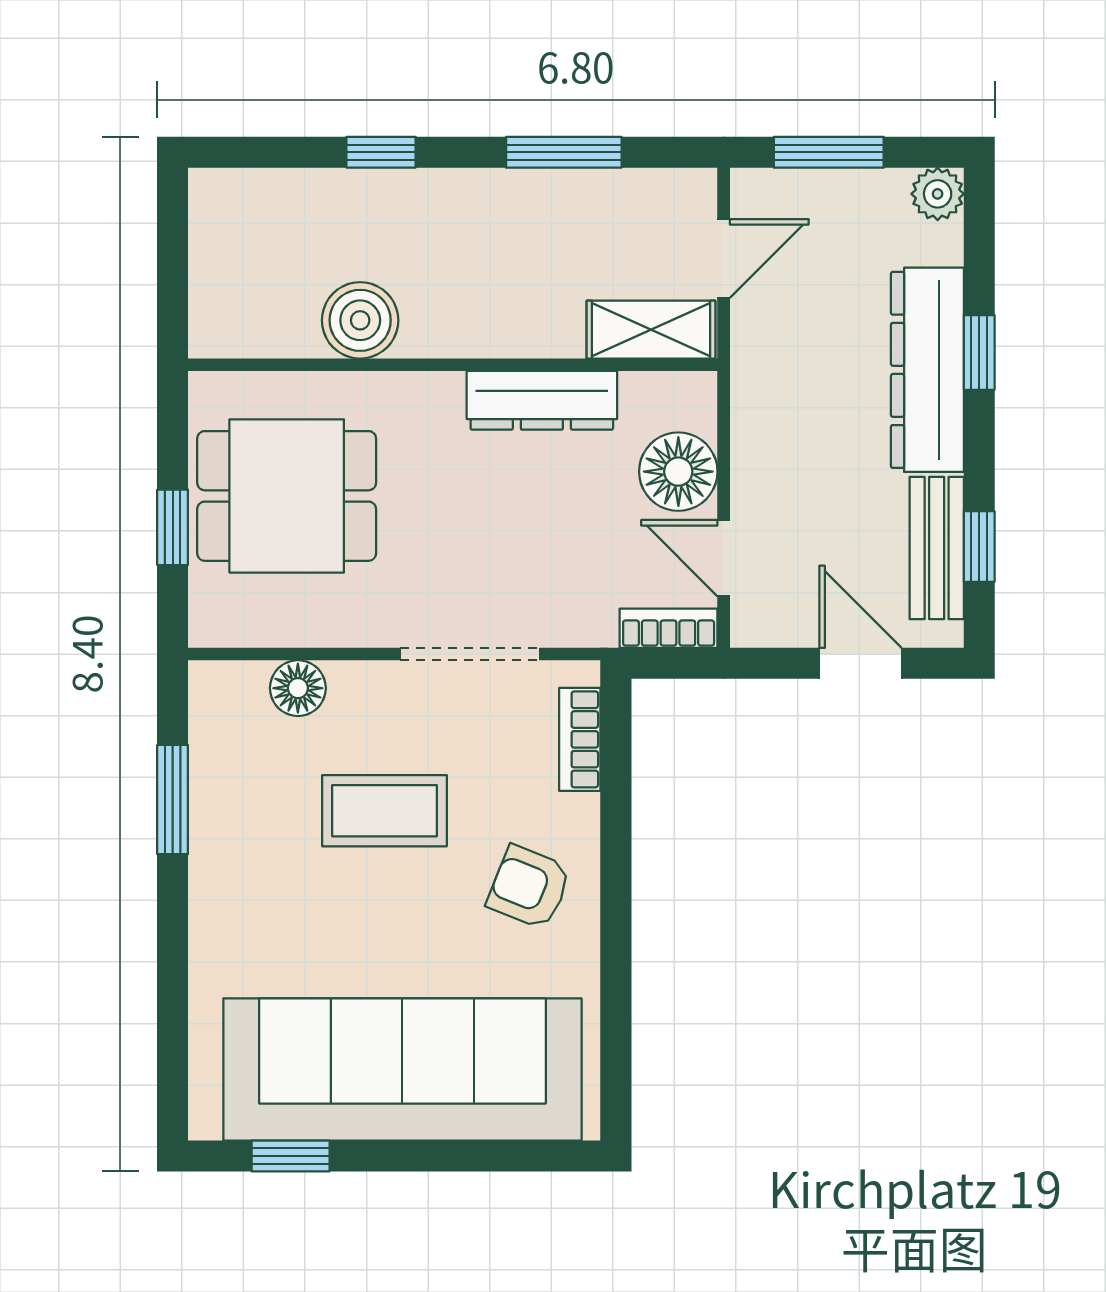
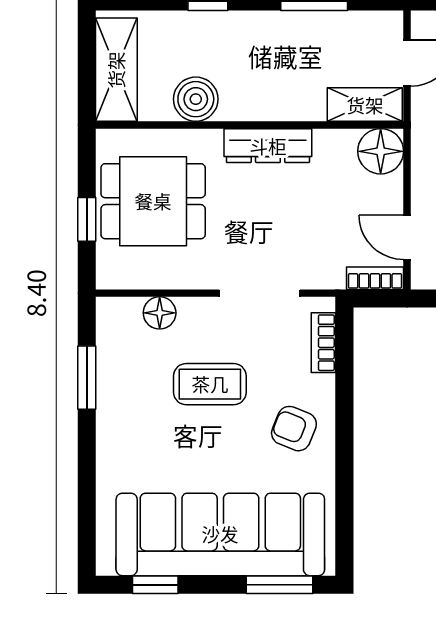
shelving: (224, 269) -> (116, 70), added
dresser: (542, 400) -> (268, 146), moved
floor lamp: (678, 472) -> (381, 151), moved
window: (504, 1156) -> (280, 585), added

